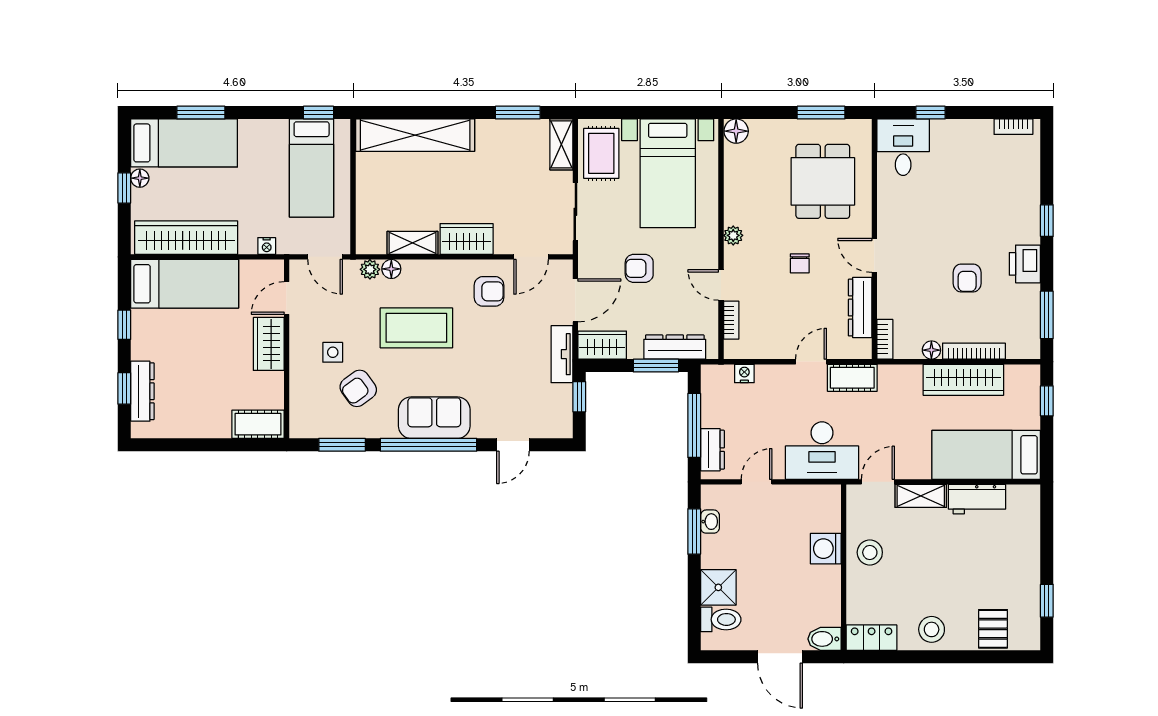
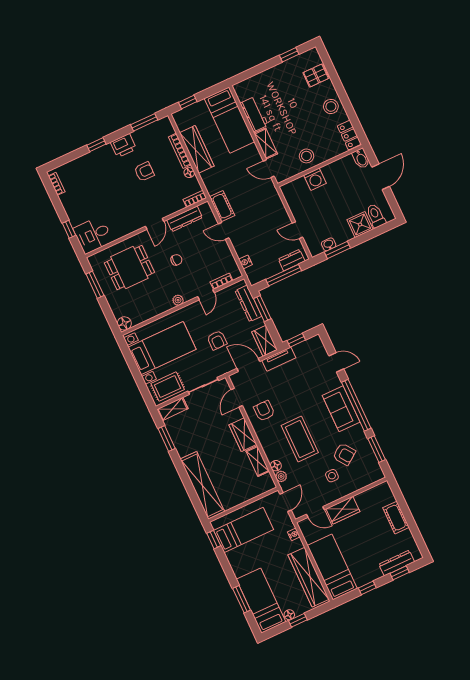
door: (531, 257) -> (237, 398), swing flipped
cot: (258, 424) -> (396, 518), moved
desk: (822, 451) -> (266, 204), removed

